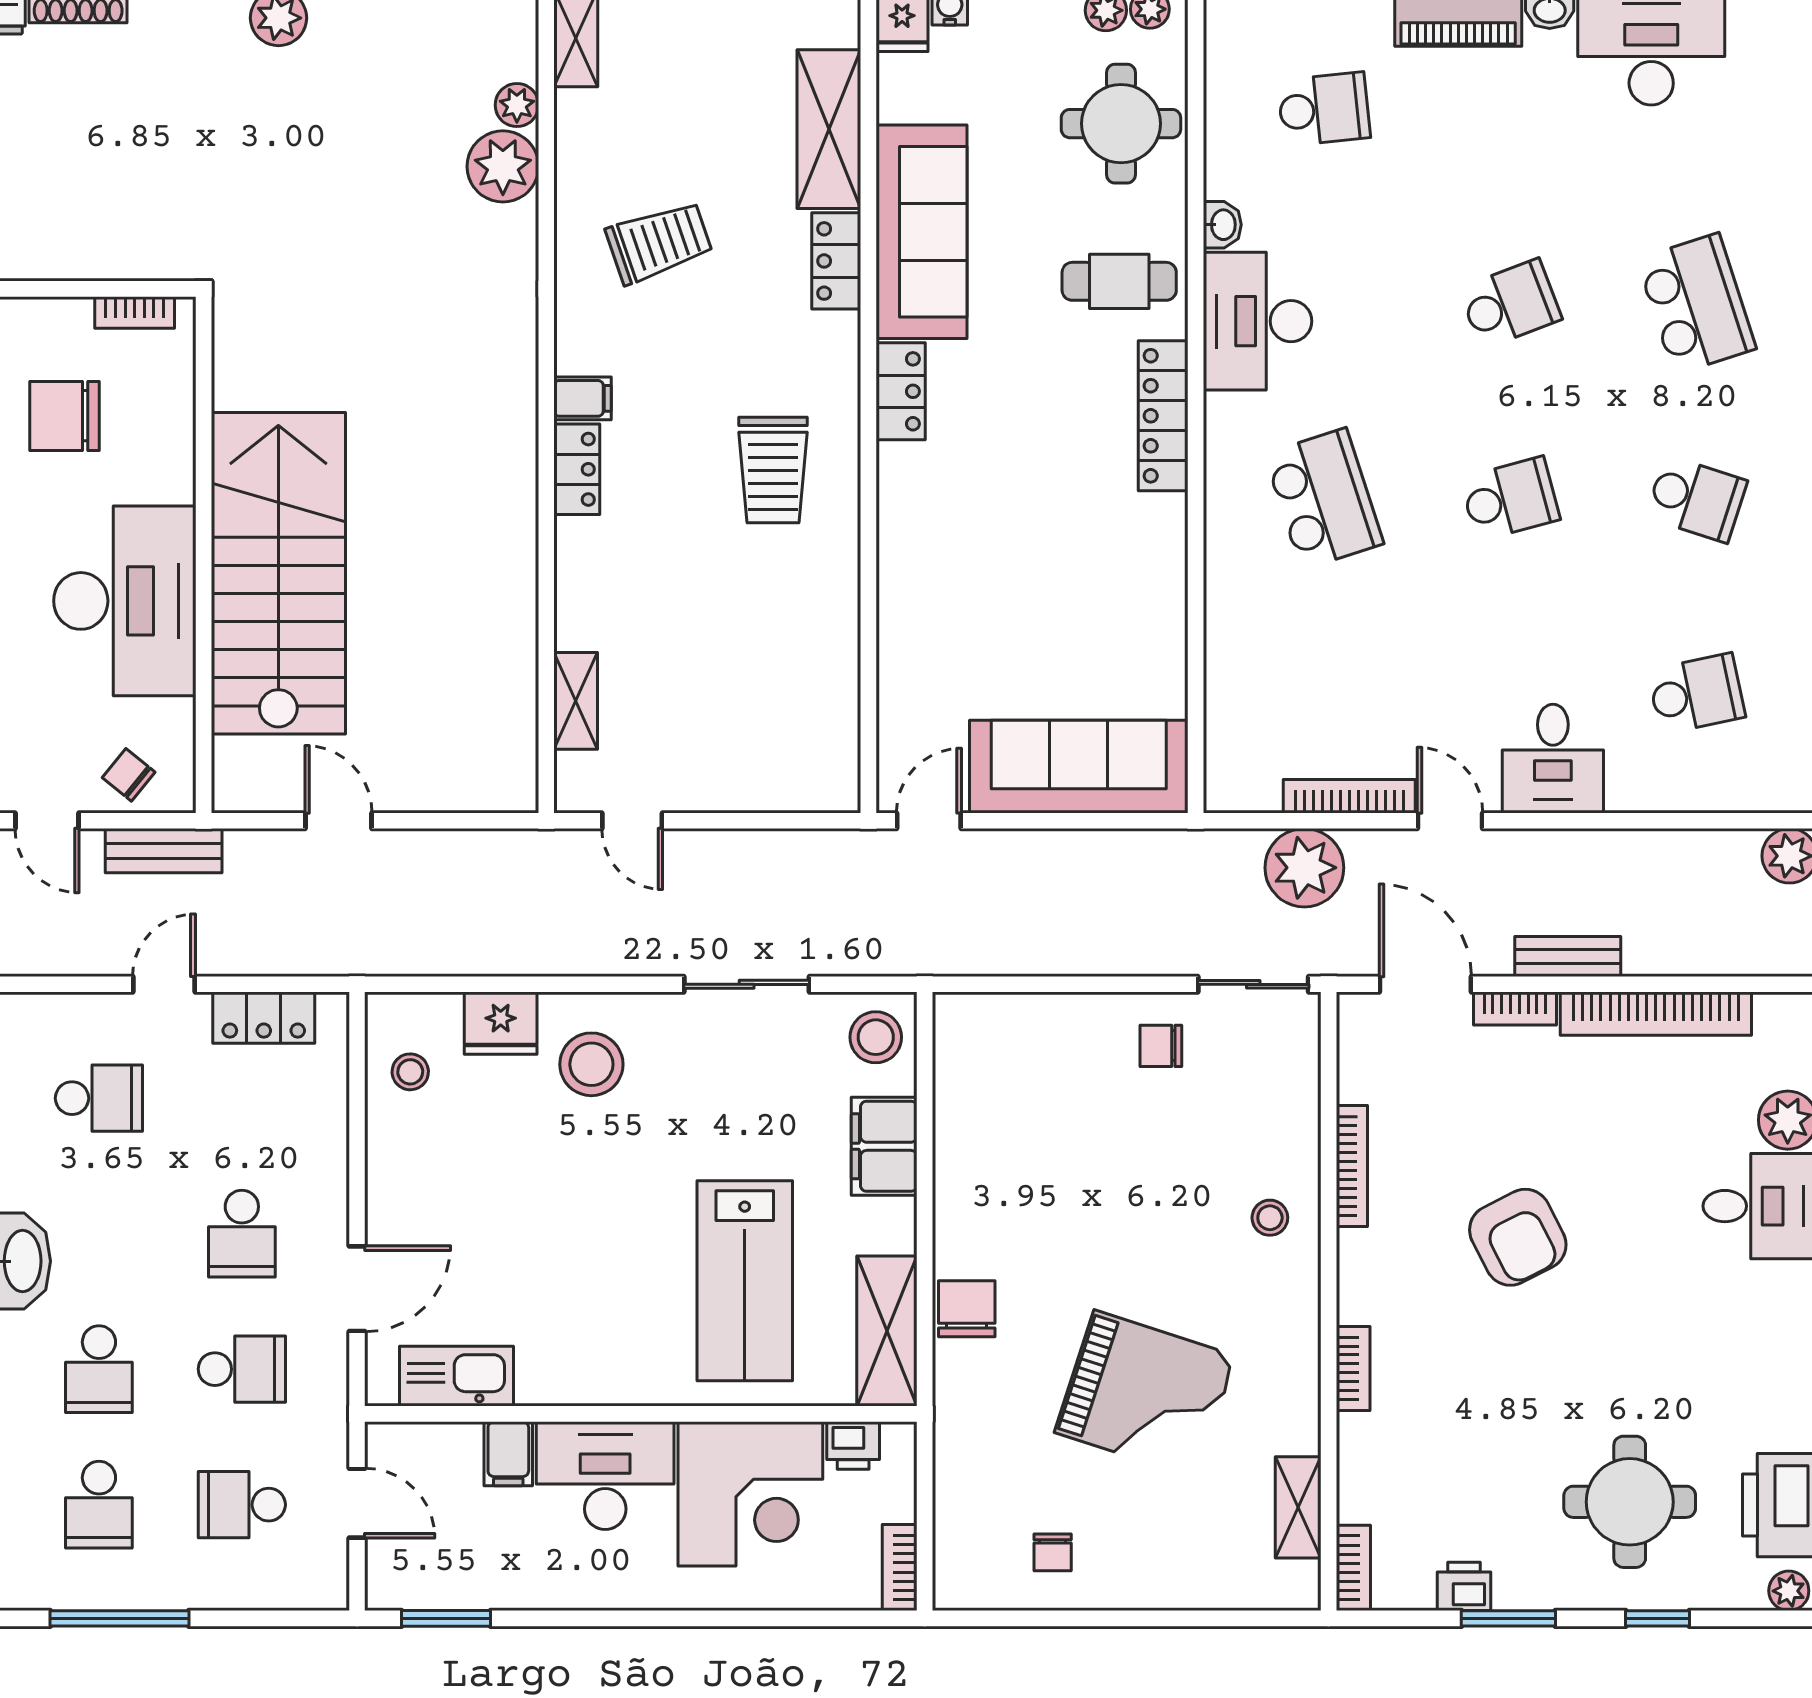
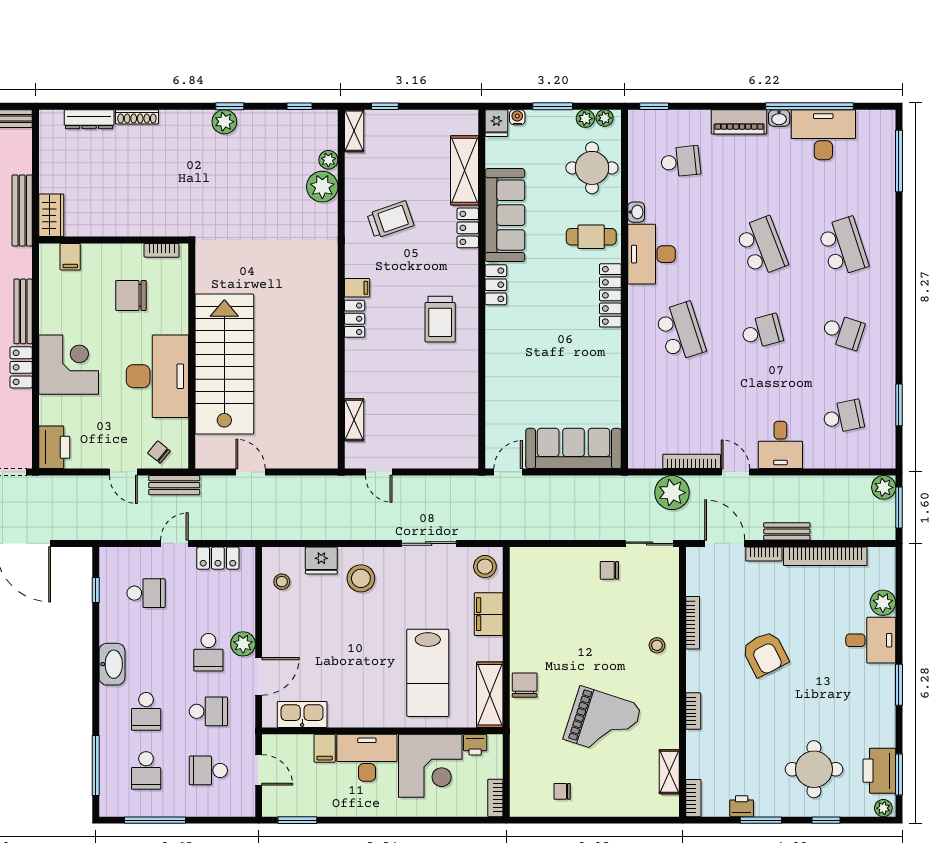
school desk: (1510, 304) -> (762, 247), width x1.85
plant: (321, 1214) -> (243, 644), added
chair: (1053, 1552) -> (562, 791), turned 90

